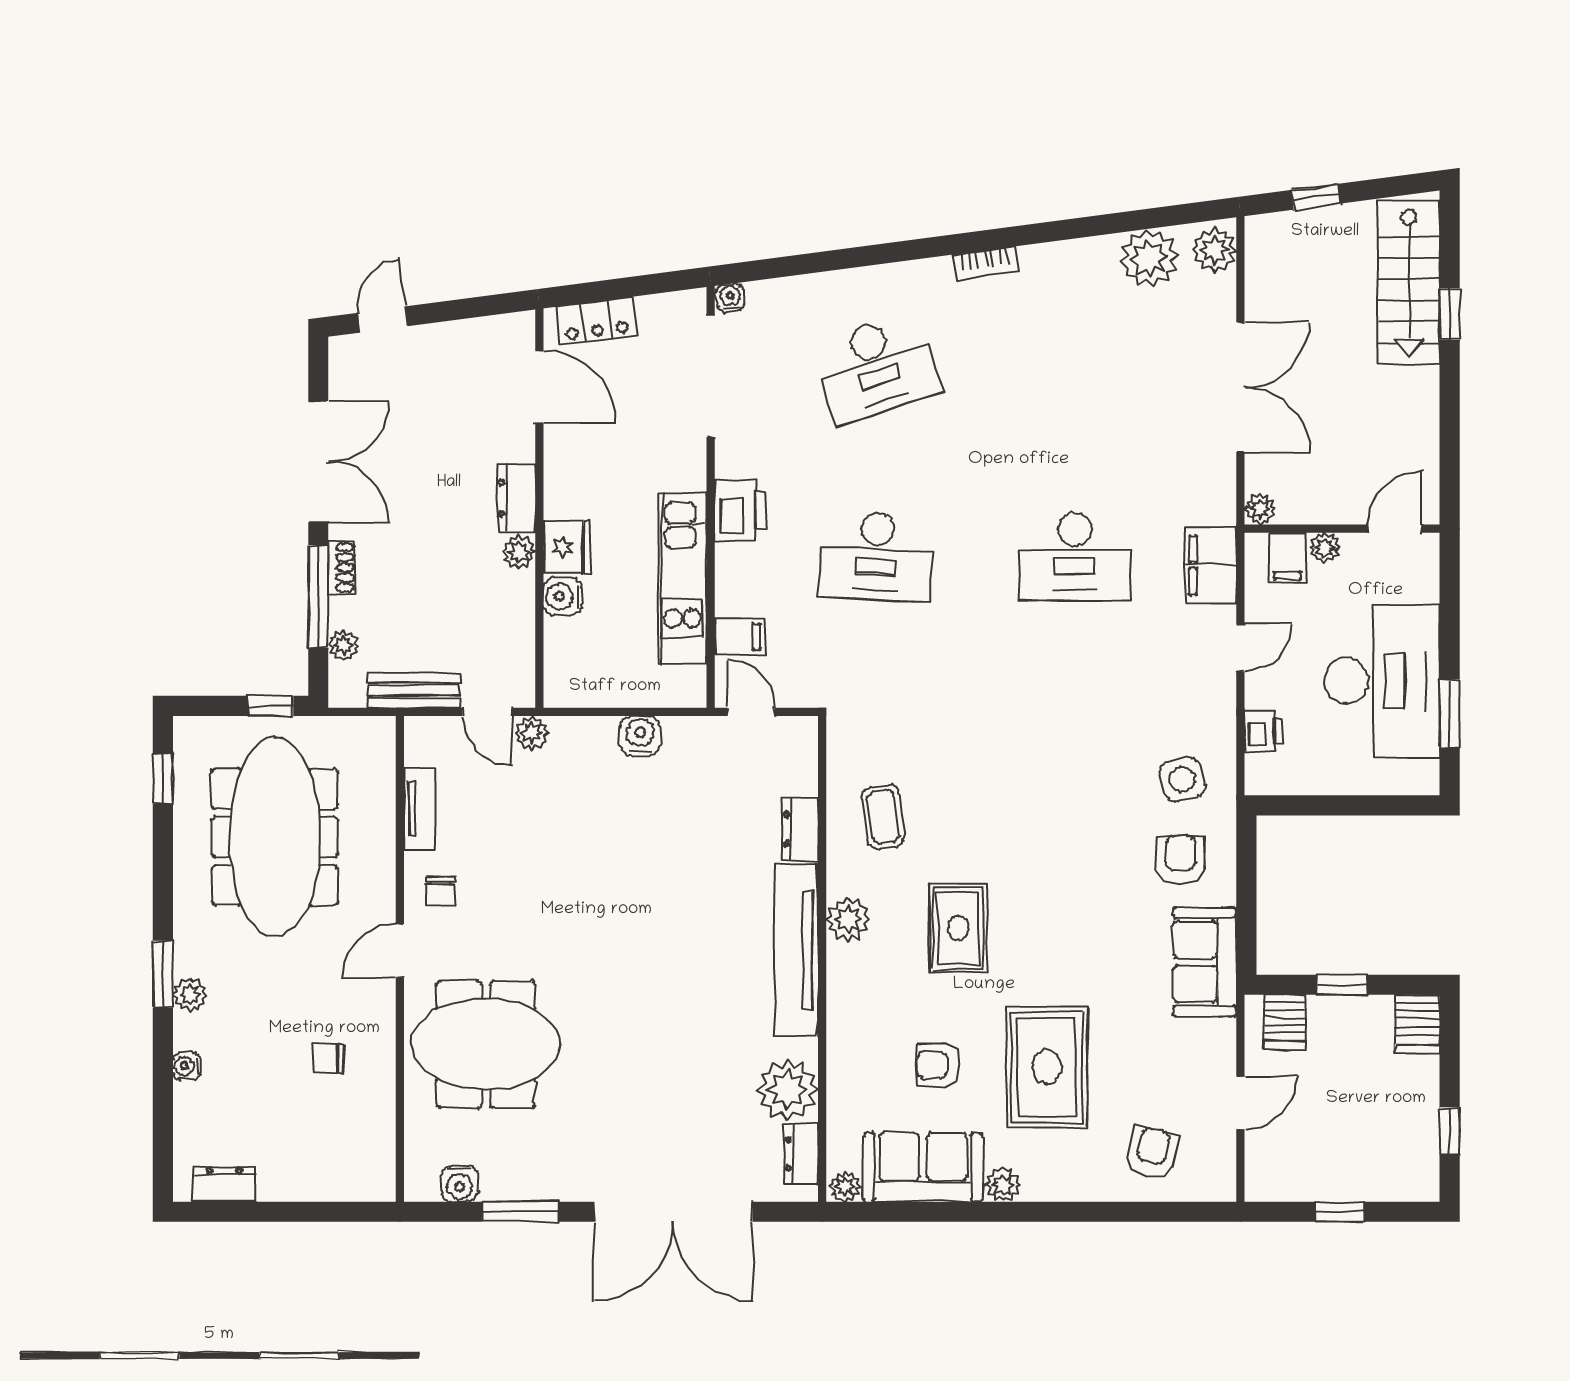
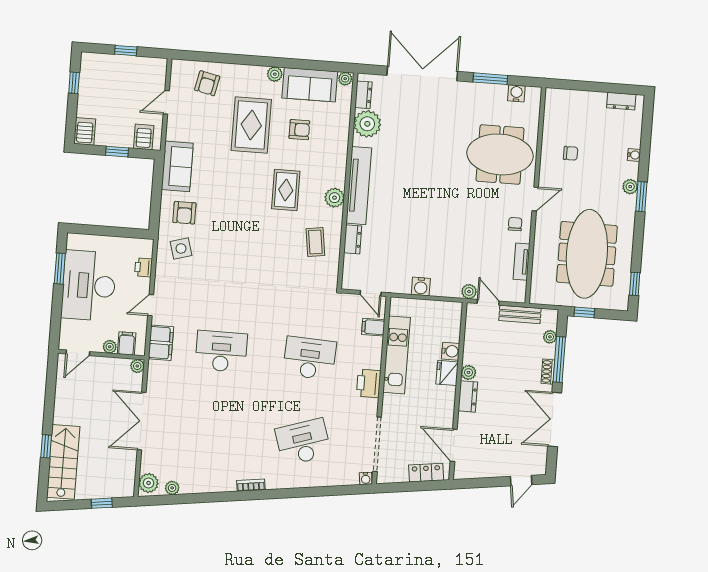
plant: (1149, 258) -> (172, 488), width x0.53, depth x0.53

